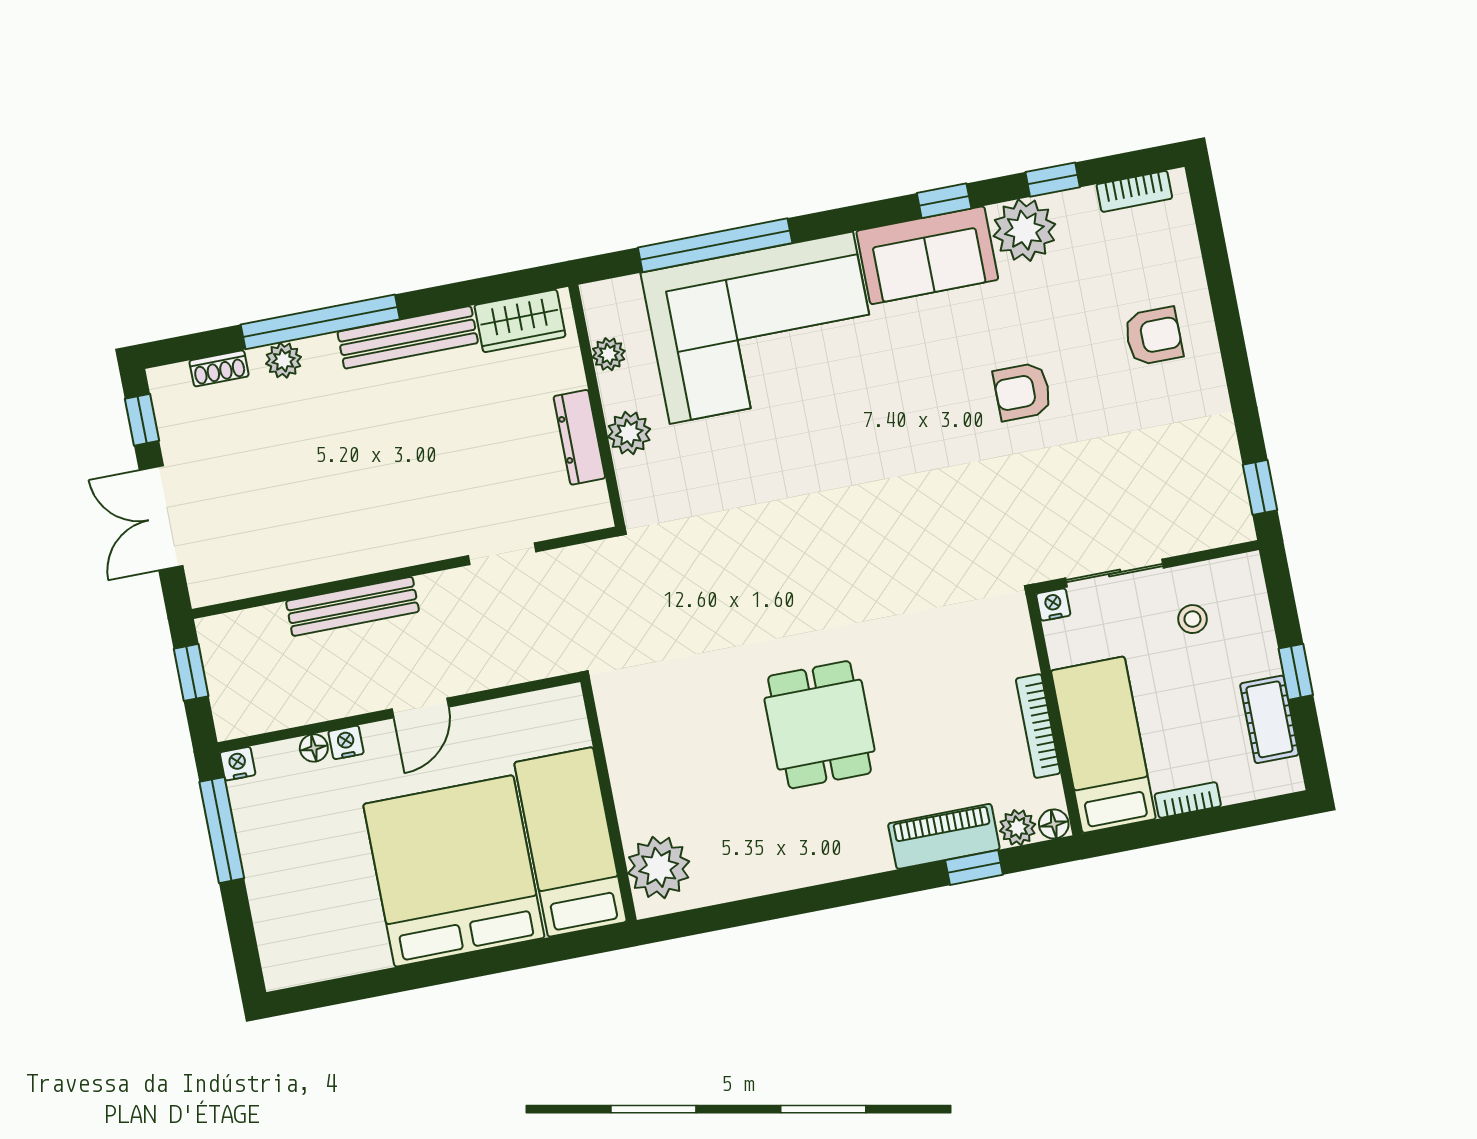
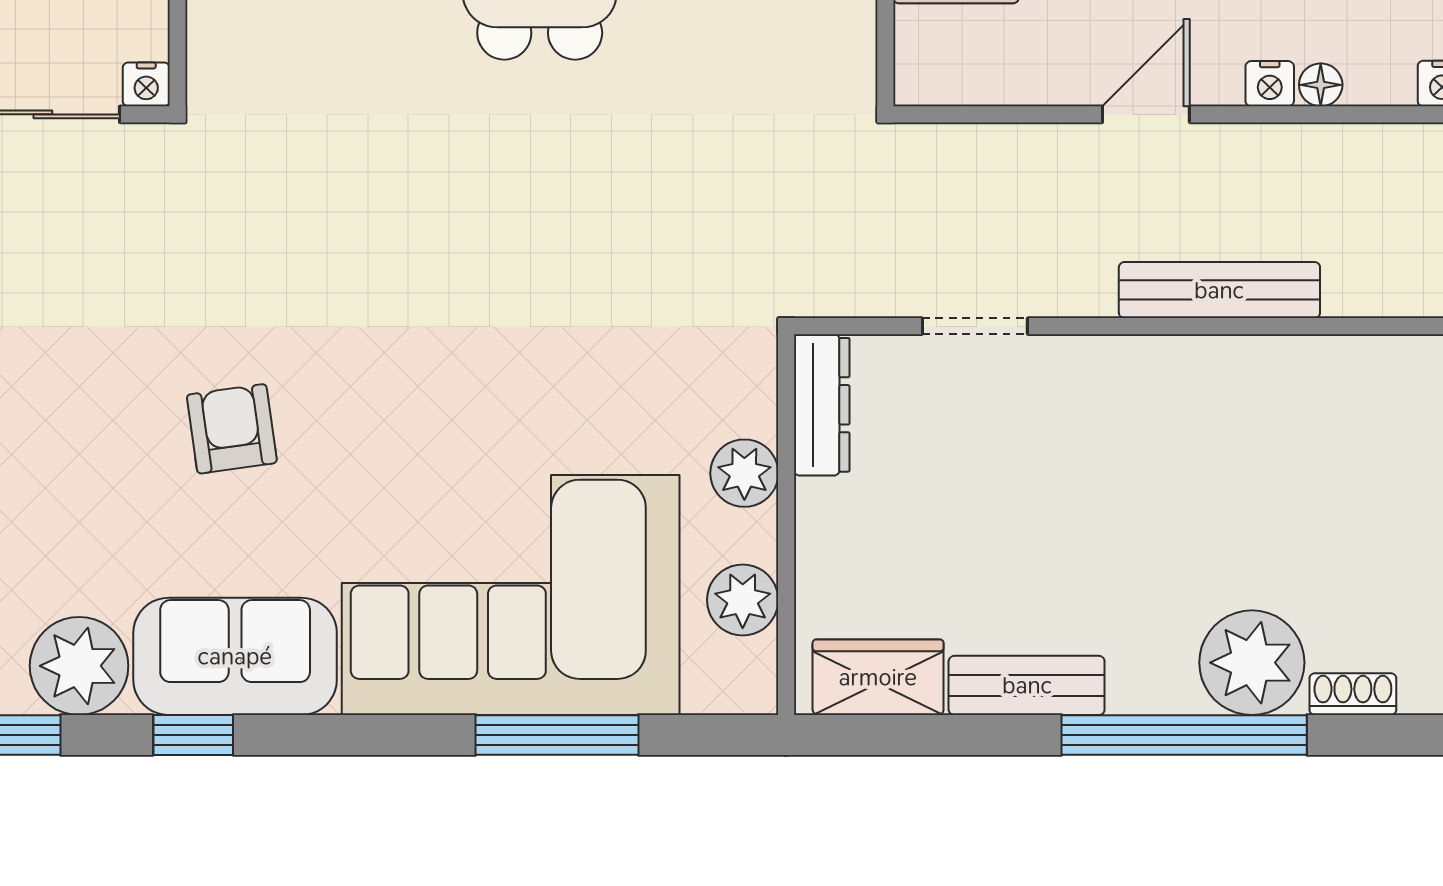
window: (715, 245) -> (557, 735), width x0.68
bench: (408, 337) -> (1027, 685), width x0.73
plant: (609, 354) -> (743, 600), width x1.38, depth x1.38
plant: (284, 360) -> (1252, 663), width x1.87, depth x1.87
armchair: (1022, 392) -> (232, 429), moved, turned -98
dresser: (579, 437) -> (822, 405), moved

